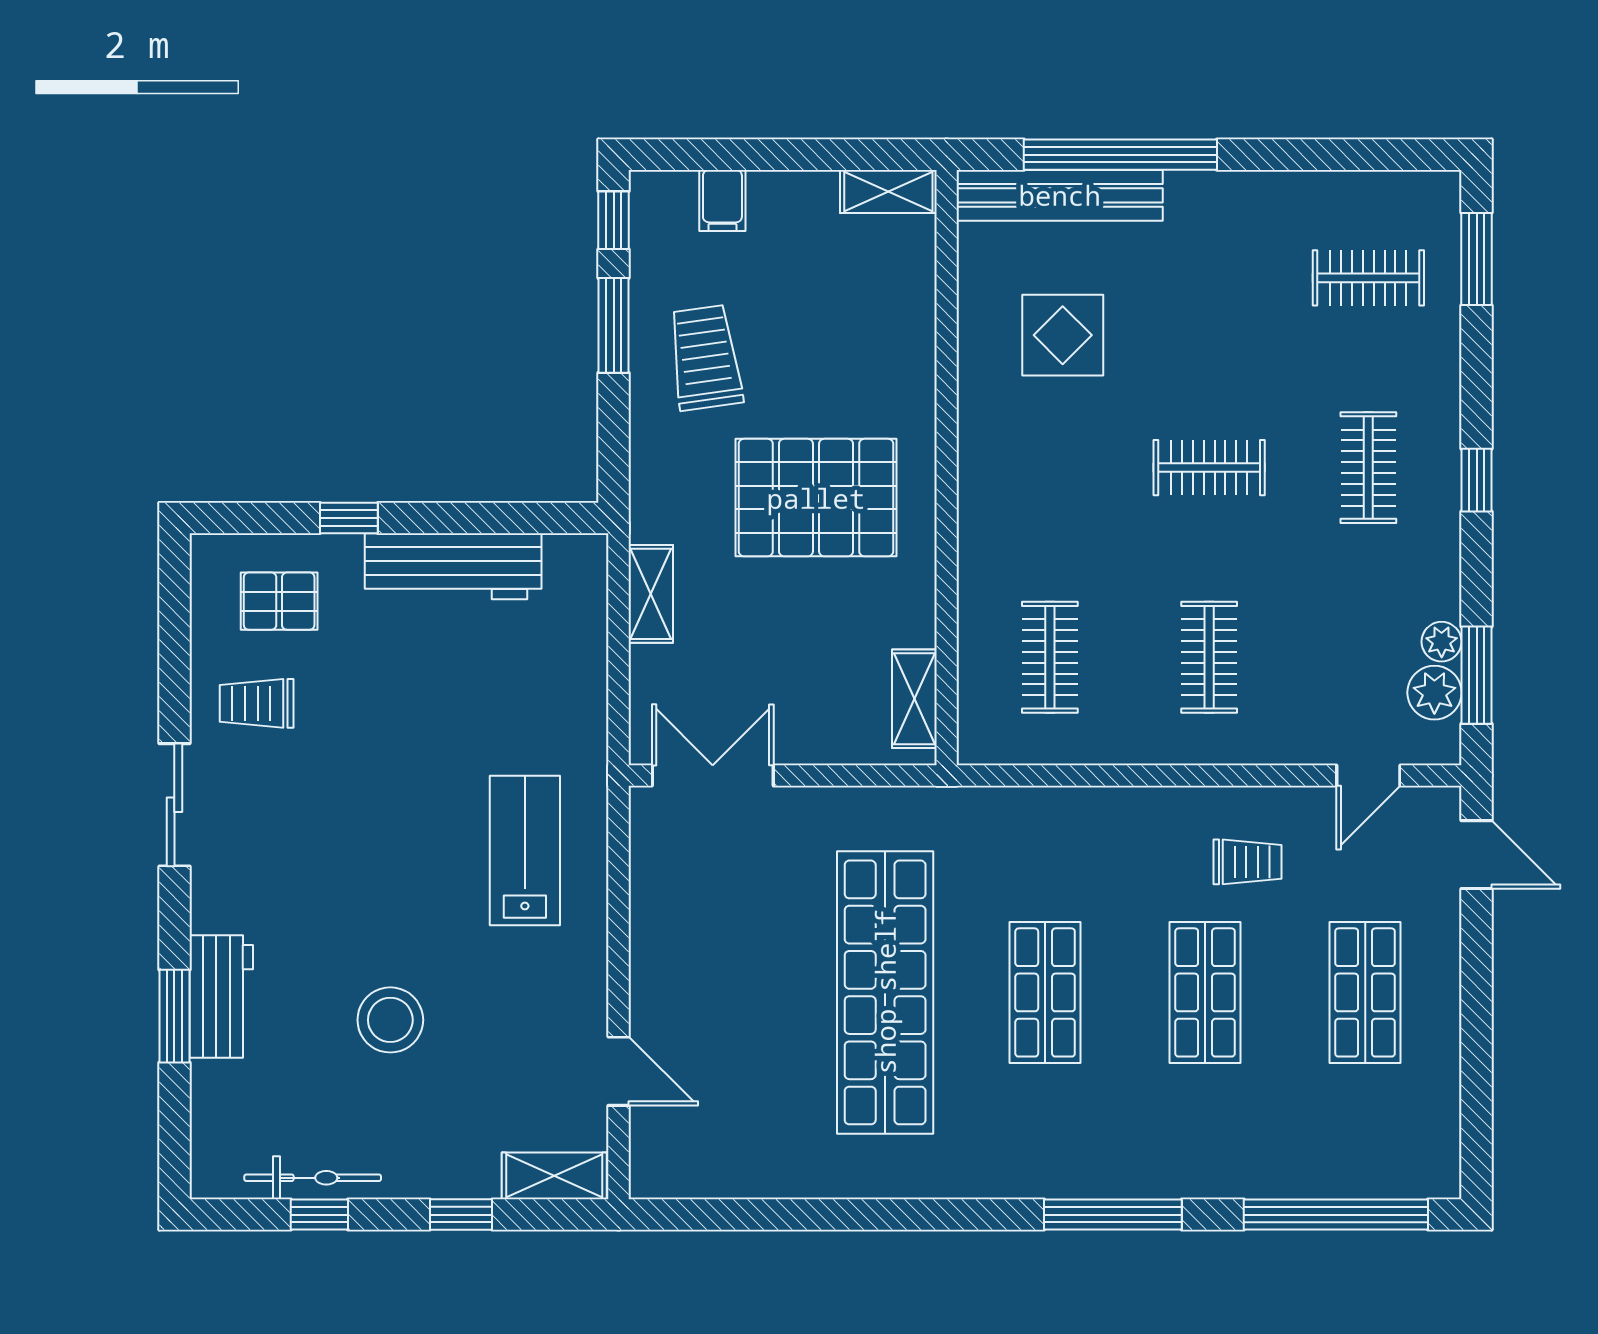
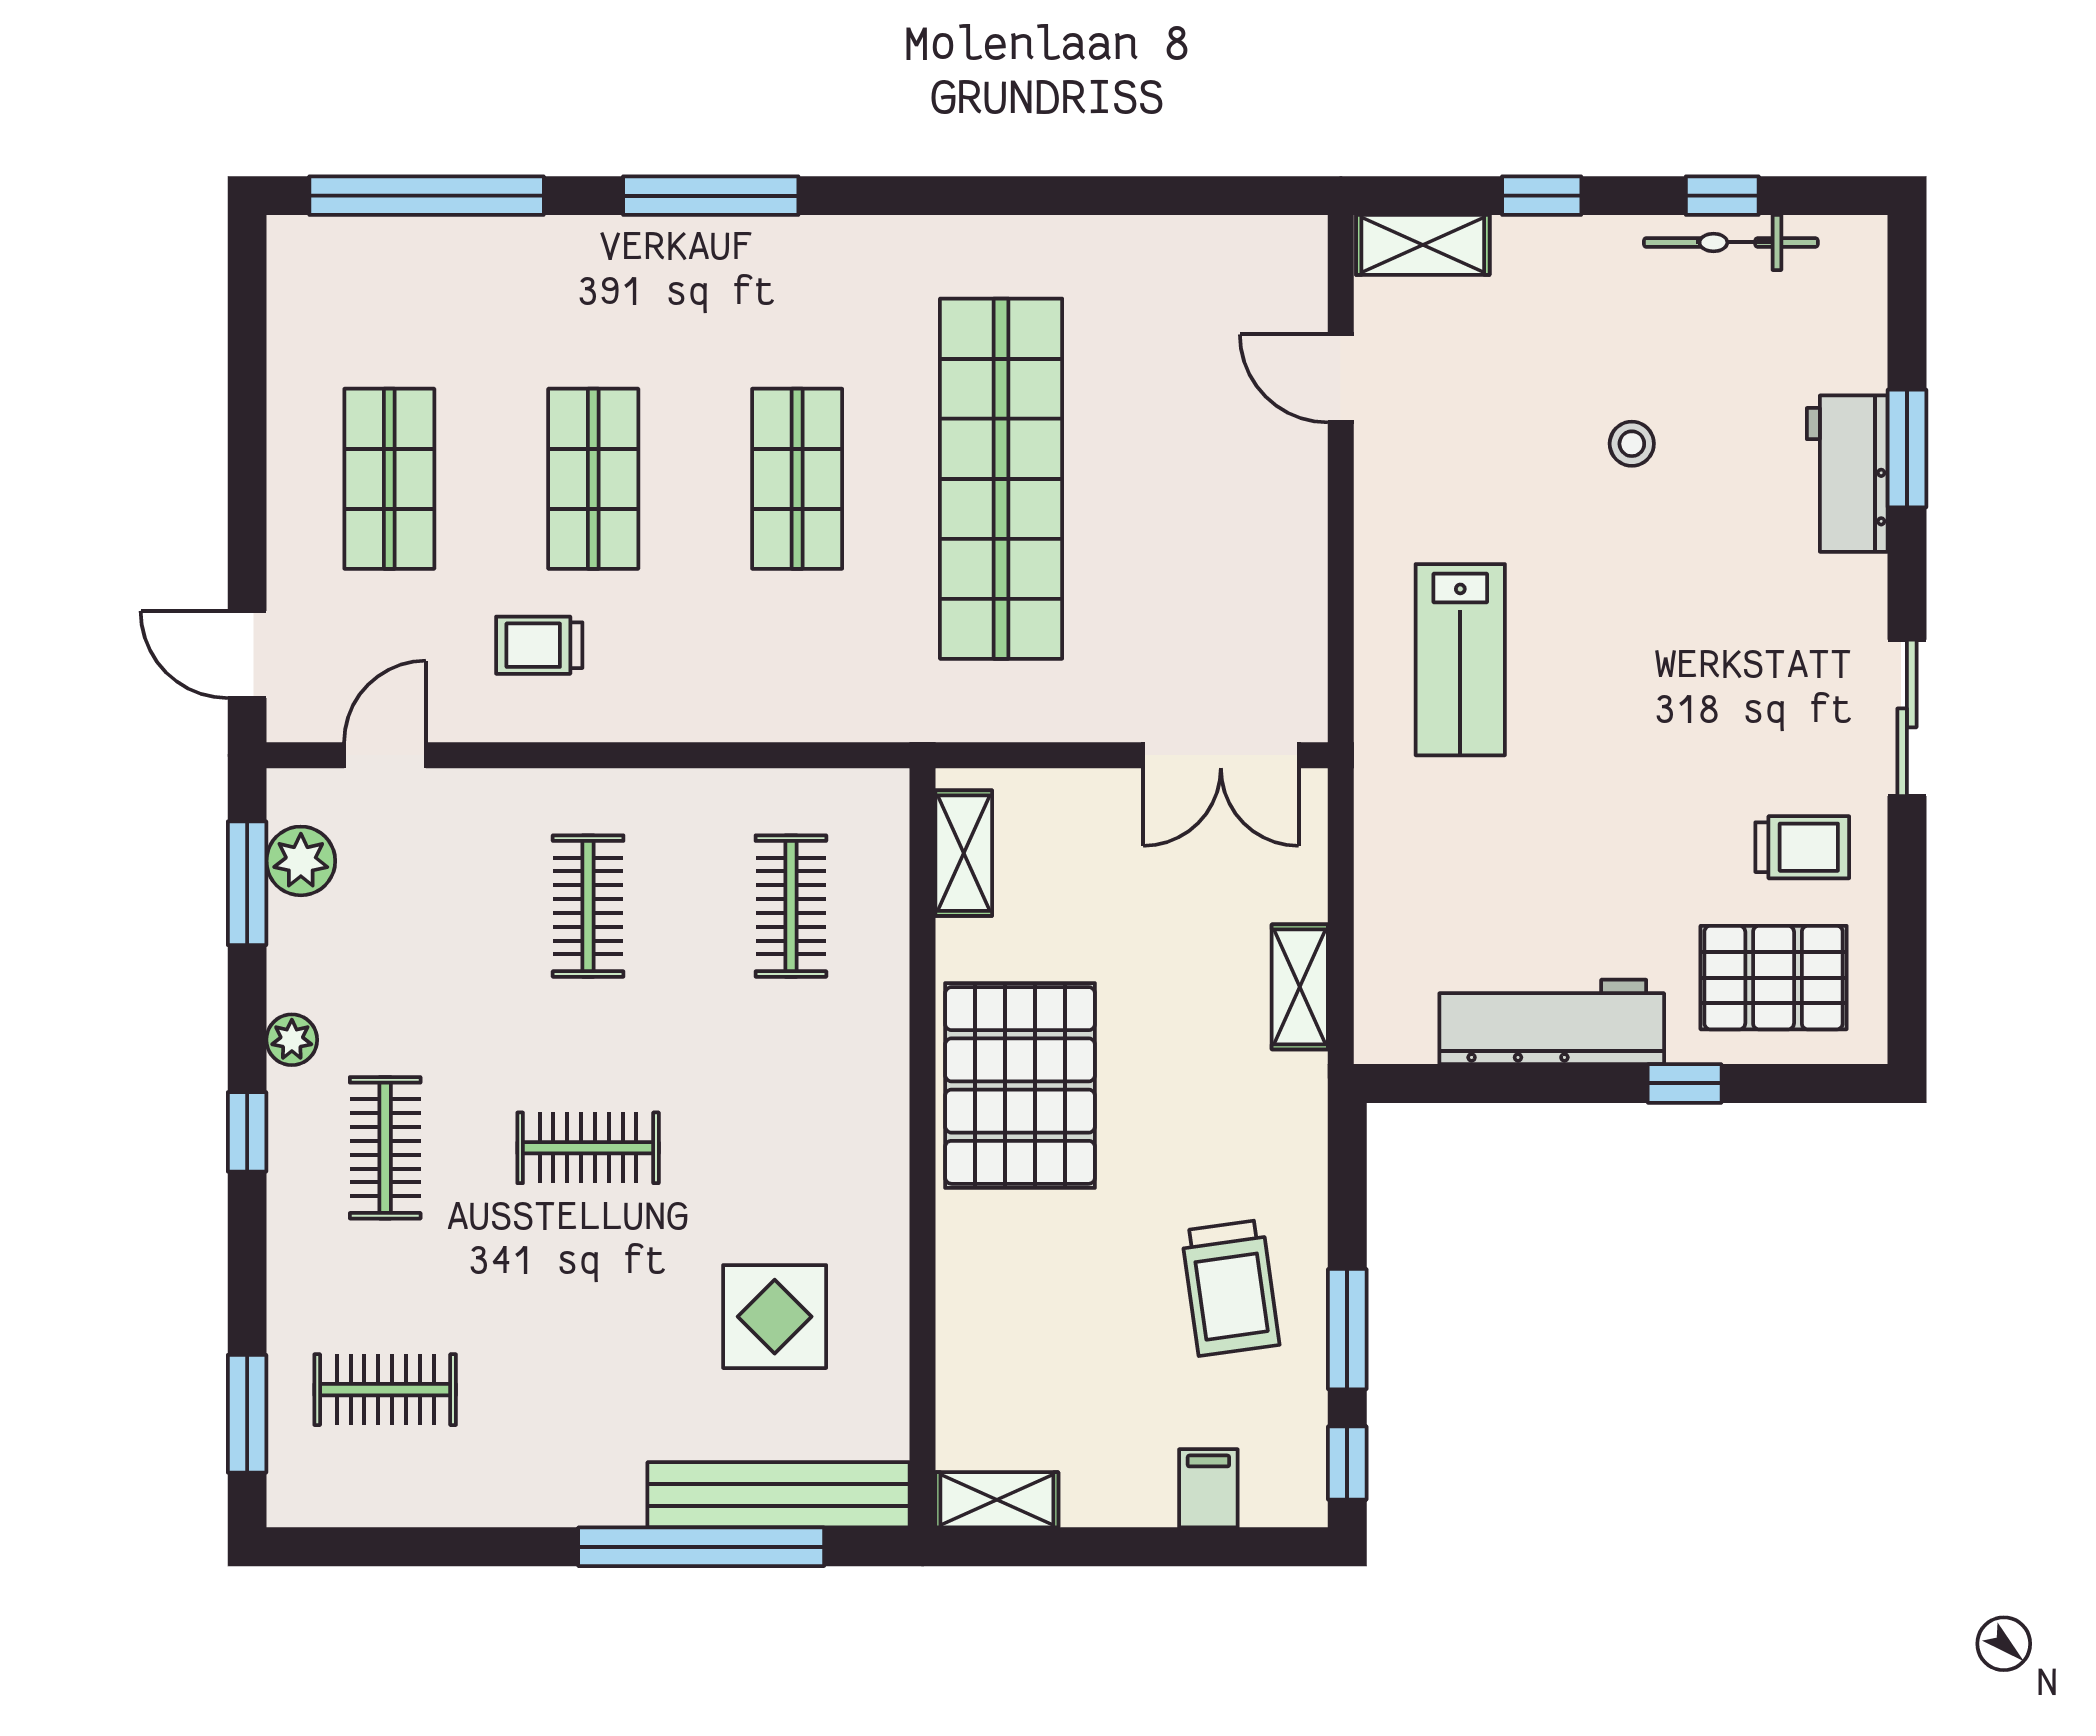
pallet: (816, 498) -> (1020, 1085), moved, turned 90
pallet: (279, 601) -> (1774, 978), width x1.50, depth x1.42
plant: (1442, 642) -> (292, 1040), moved
stool: (390, 1020) -> (1632, 444), width x0.53, depth x0.53

